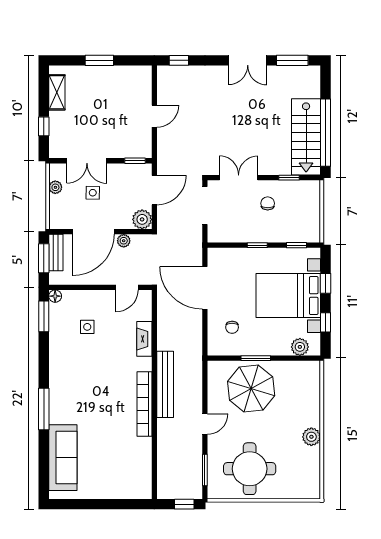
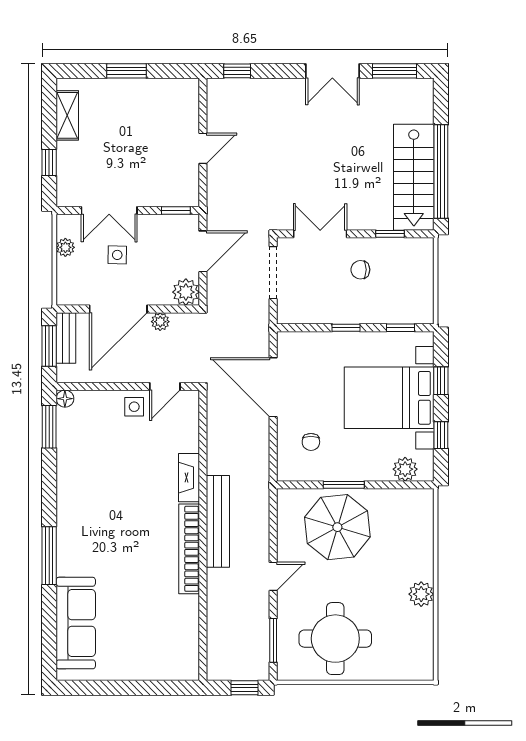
chair: (268, 203) -> (360, 270), turned -90
side table: (87, 327) -> (134, 407), moved
fireplace: (144, 339) -> (189, 478), moved

